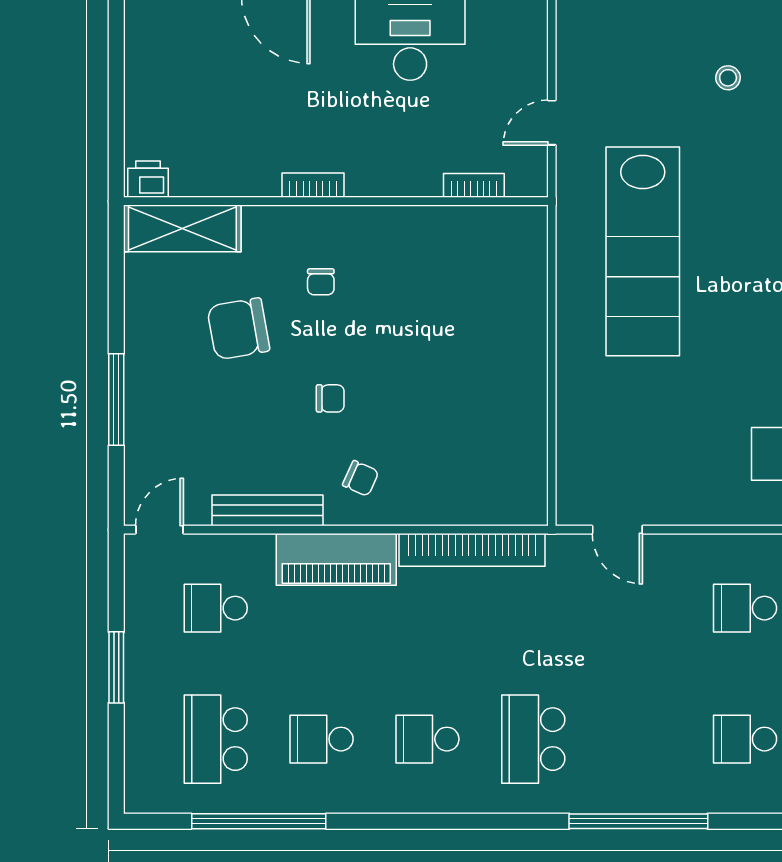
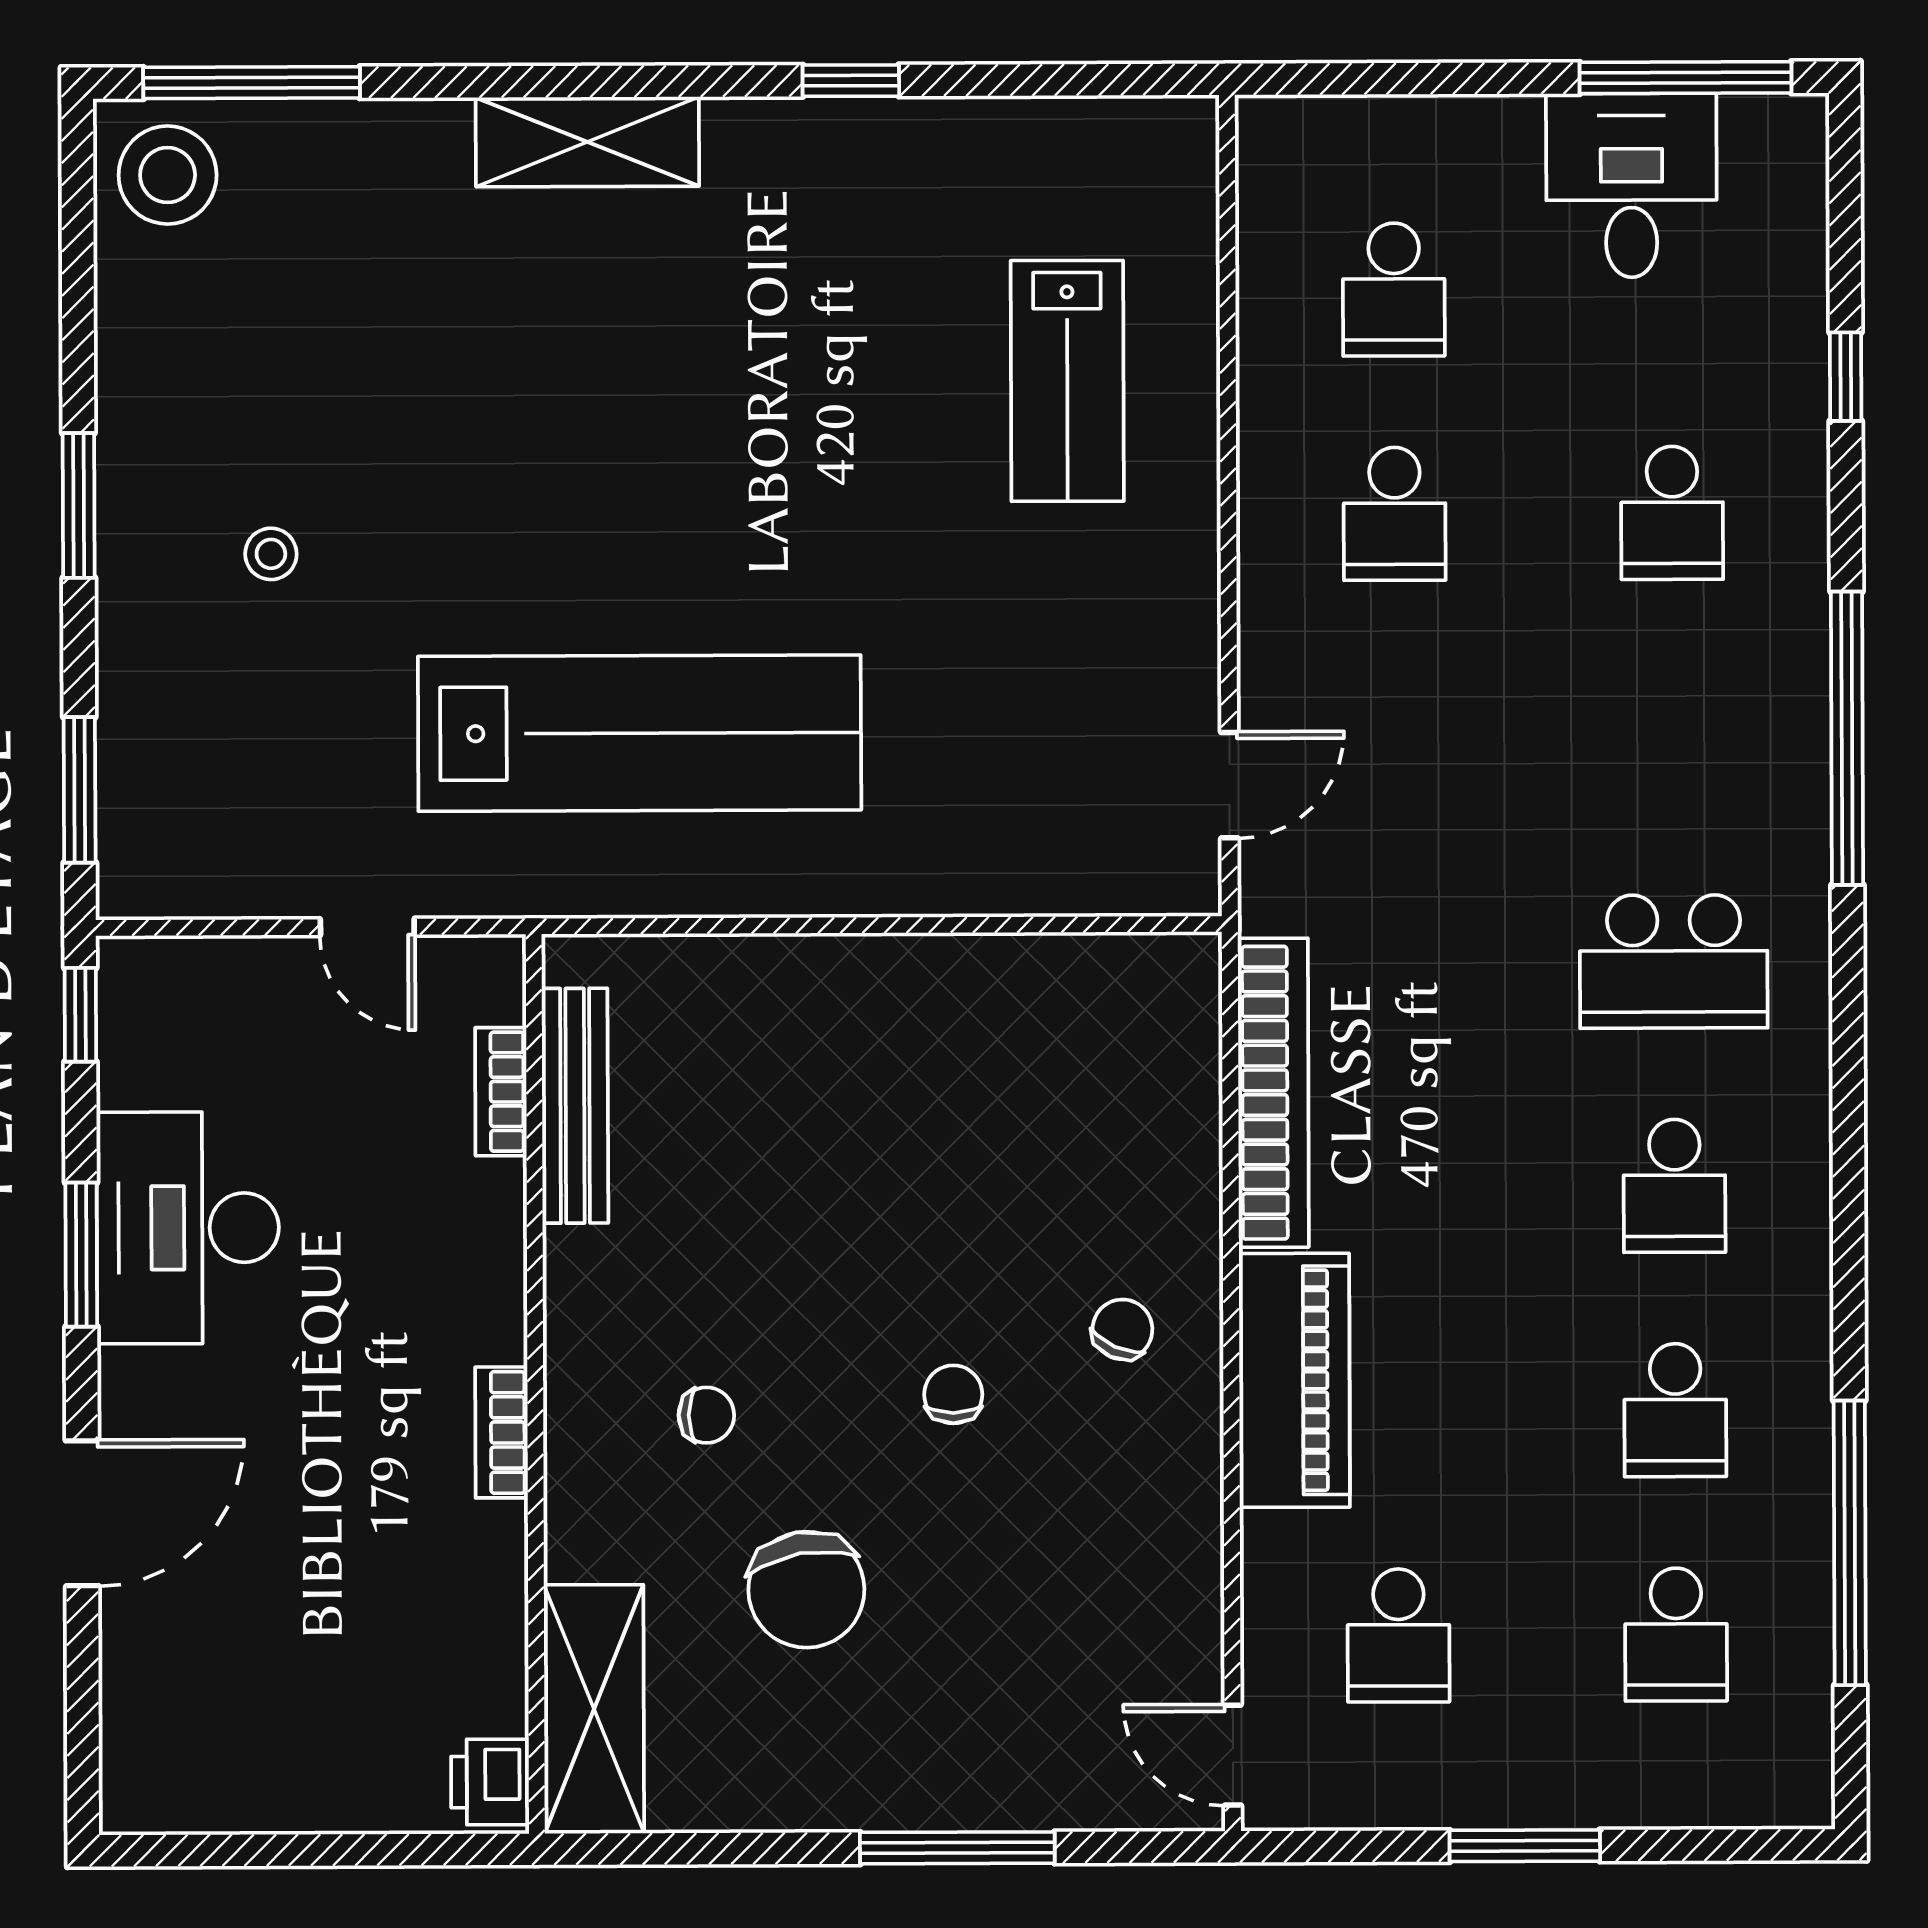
bench: (267, 510) -> (575, 1106), moved
school desk: (216, 739) -> (1676, 1634), width x0.54

